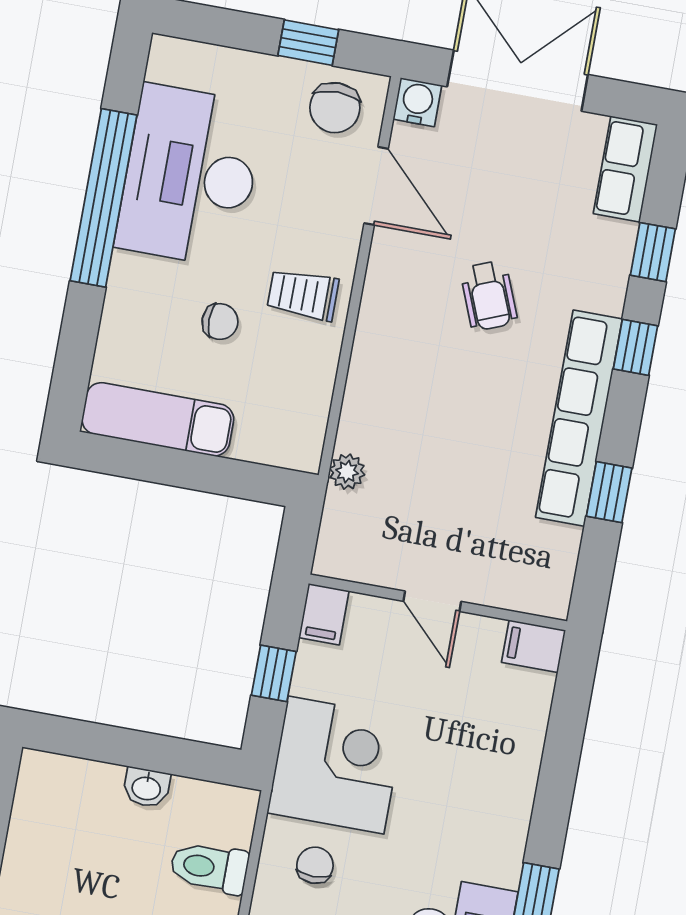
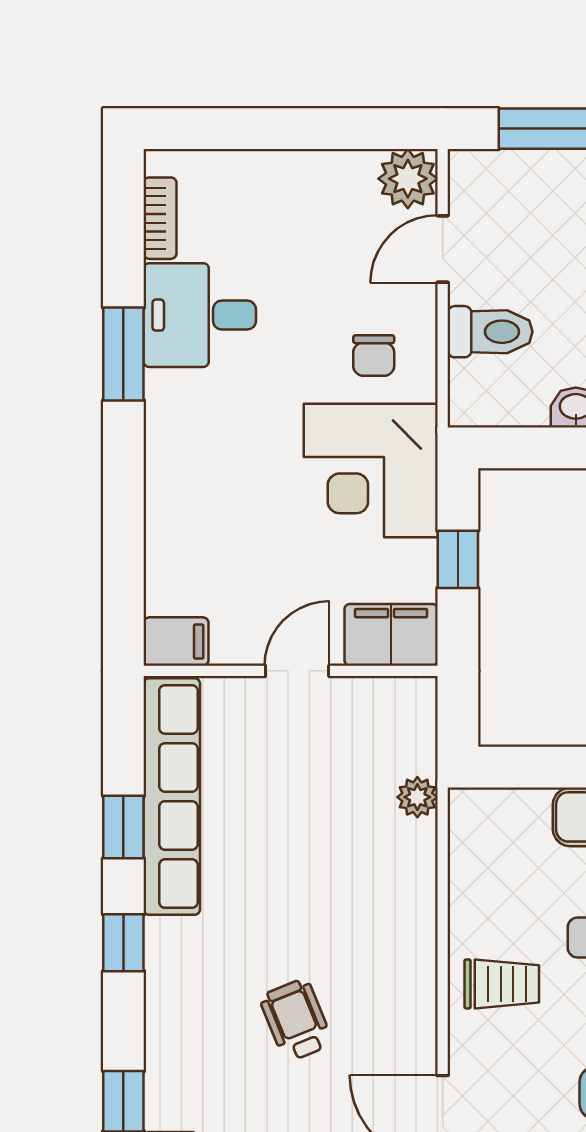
window: (635, 347) -> (123, 943), moved
row of seats: (579, 418) -> (172, 796), moved
door: (432, 601) -> (297, 671), hinge flipped
filing cabinet: (324, 614) -> (391, 635), width x2.00

